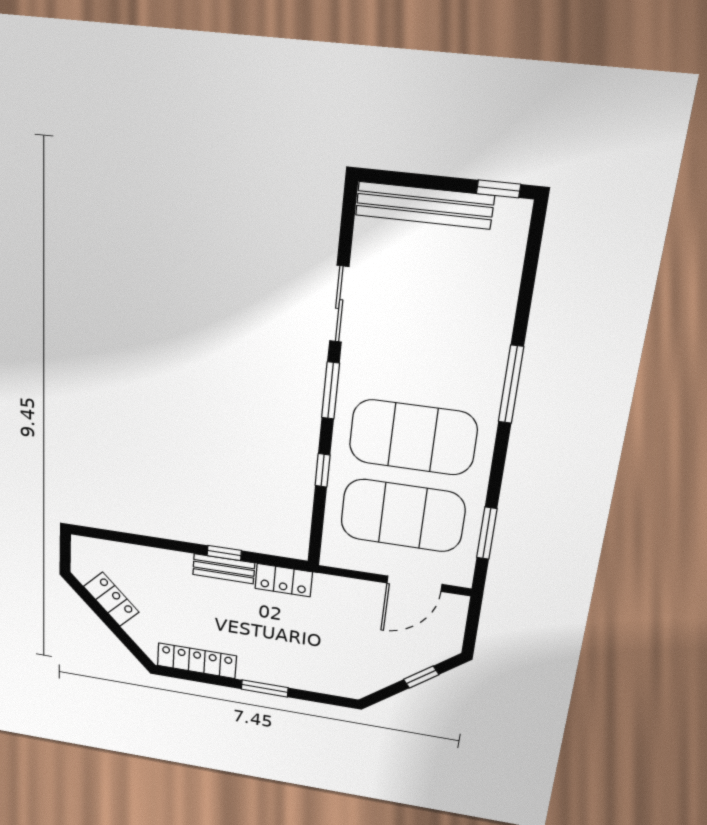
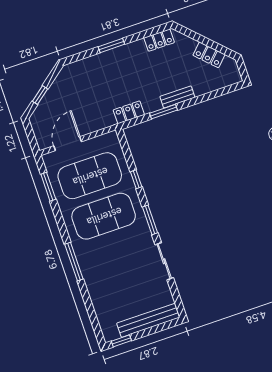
window: (224, 553) -> (163, 112), width x1.50
bench: (224, 569) -> (177, 97), moved
locker: (197, 661) -> (159, 40), width x0.66

